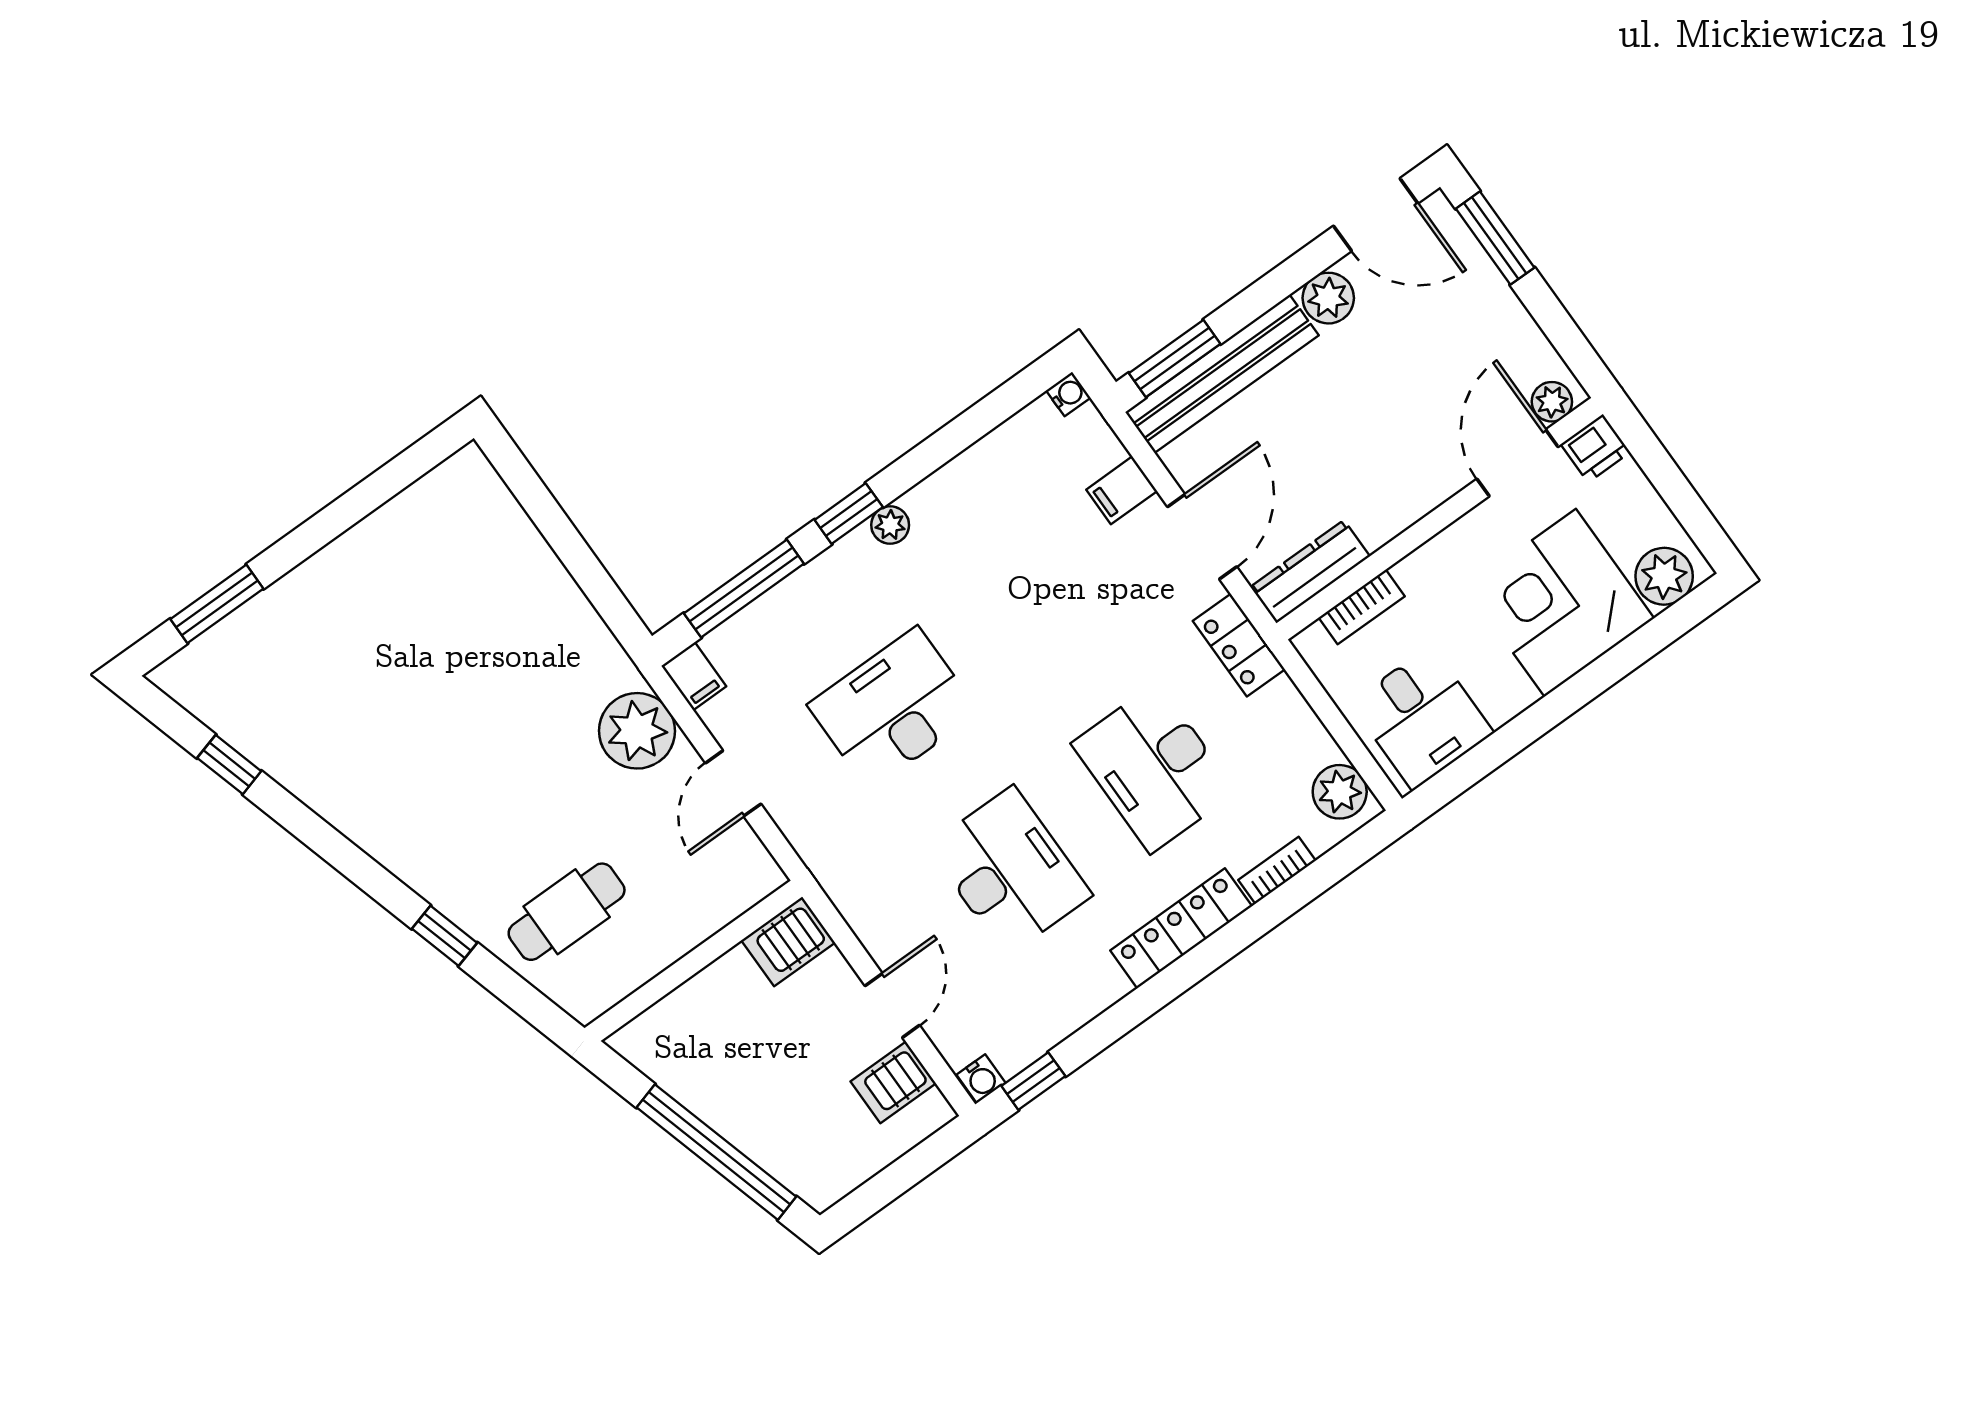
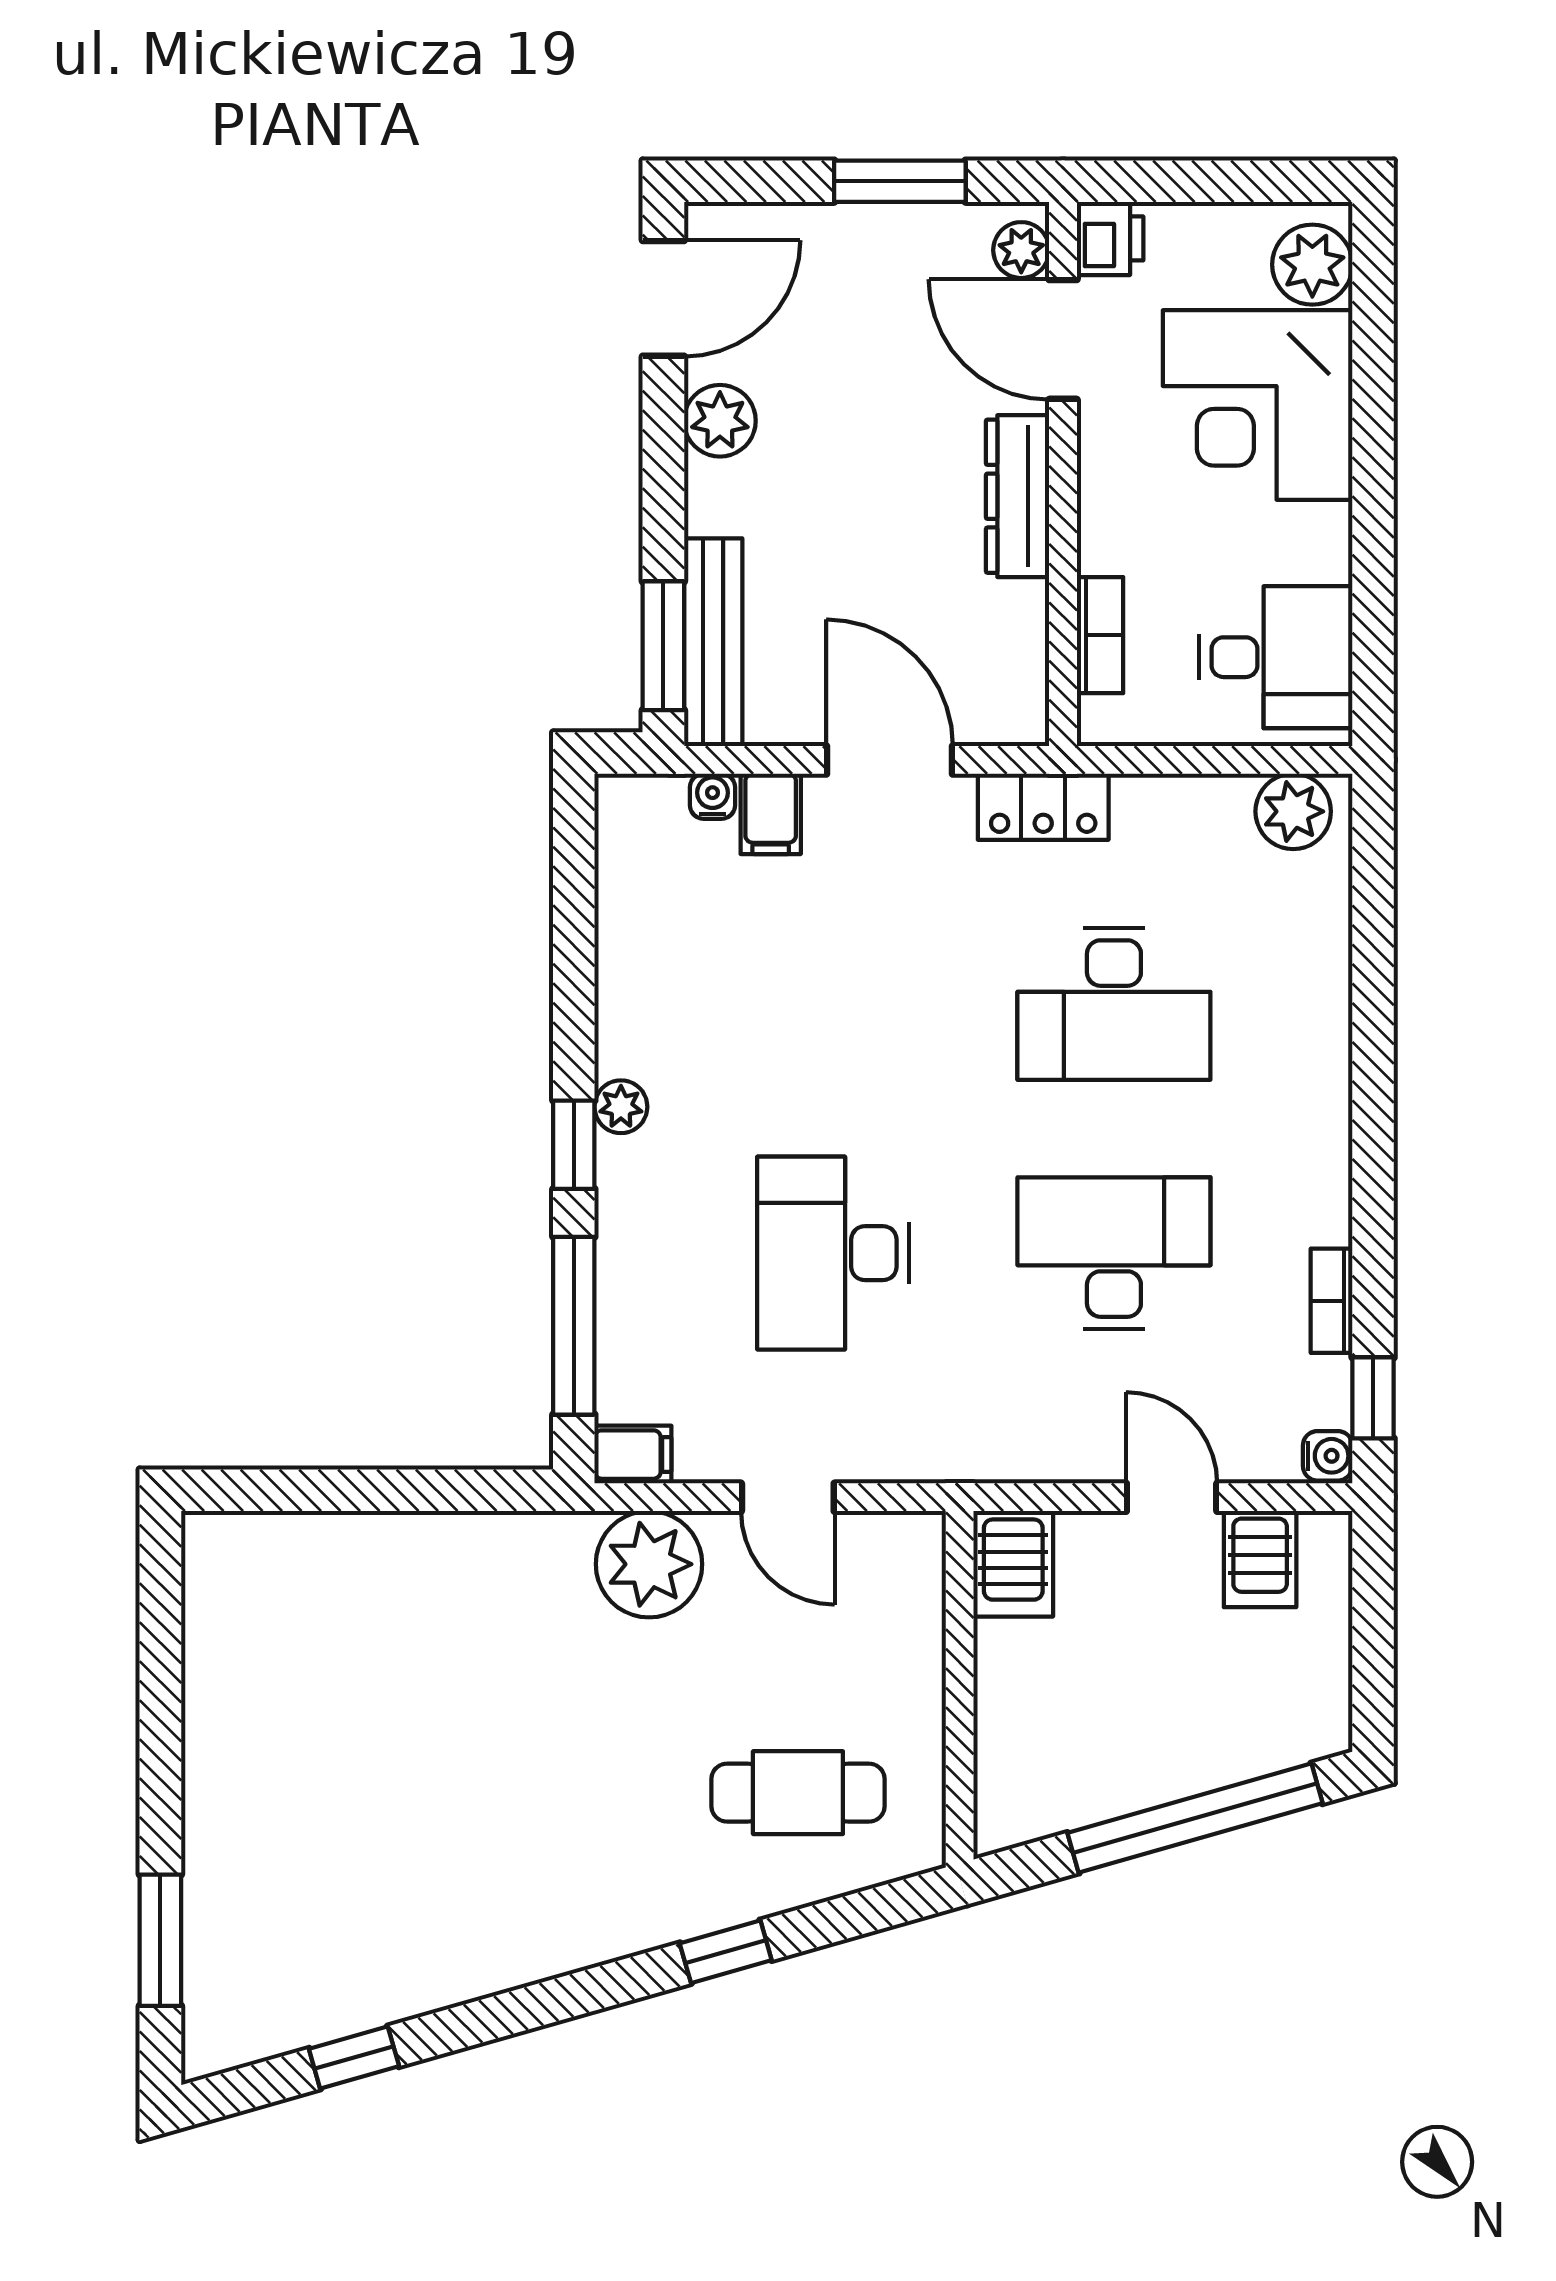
window: (1495, 238) -> (900, 181), moved
bench: (1222, 374) -> (713, 642), width x0.73, depth x0.82
water cooler: (1068, 394) -> (712, 796), moved
dresser: (1310, 572) -> (1018, 496), moved
bookcase: (1277, 870) -> (1332, 1301), moved
cafe table: (567, 912) -> (798, 1793), turned 90
locker: (1181, 928) -> (1320, 1104), removed

